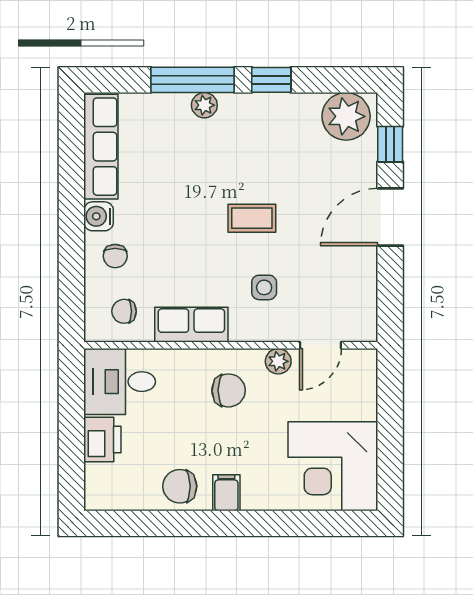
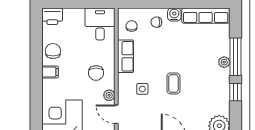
printer: (102, 440) -> (52, 16), moved

